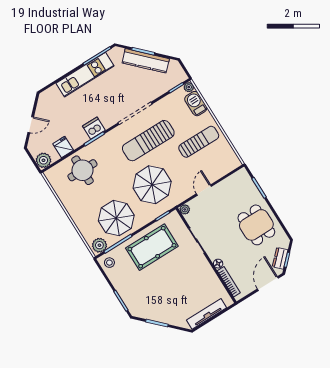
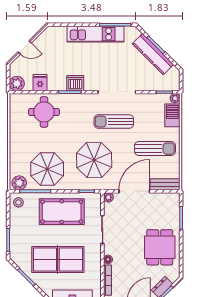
sun lounger: (148, 141) -> (114, 121), width x0.73, depth x0.75
bench: (227, 167) -> (165, 184), added
door: (204, 190) -> (134, 191), width x1.88
table tennis table: (175, 291) -> (58, 260), added

